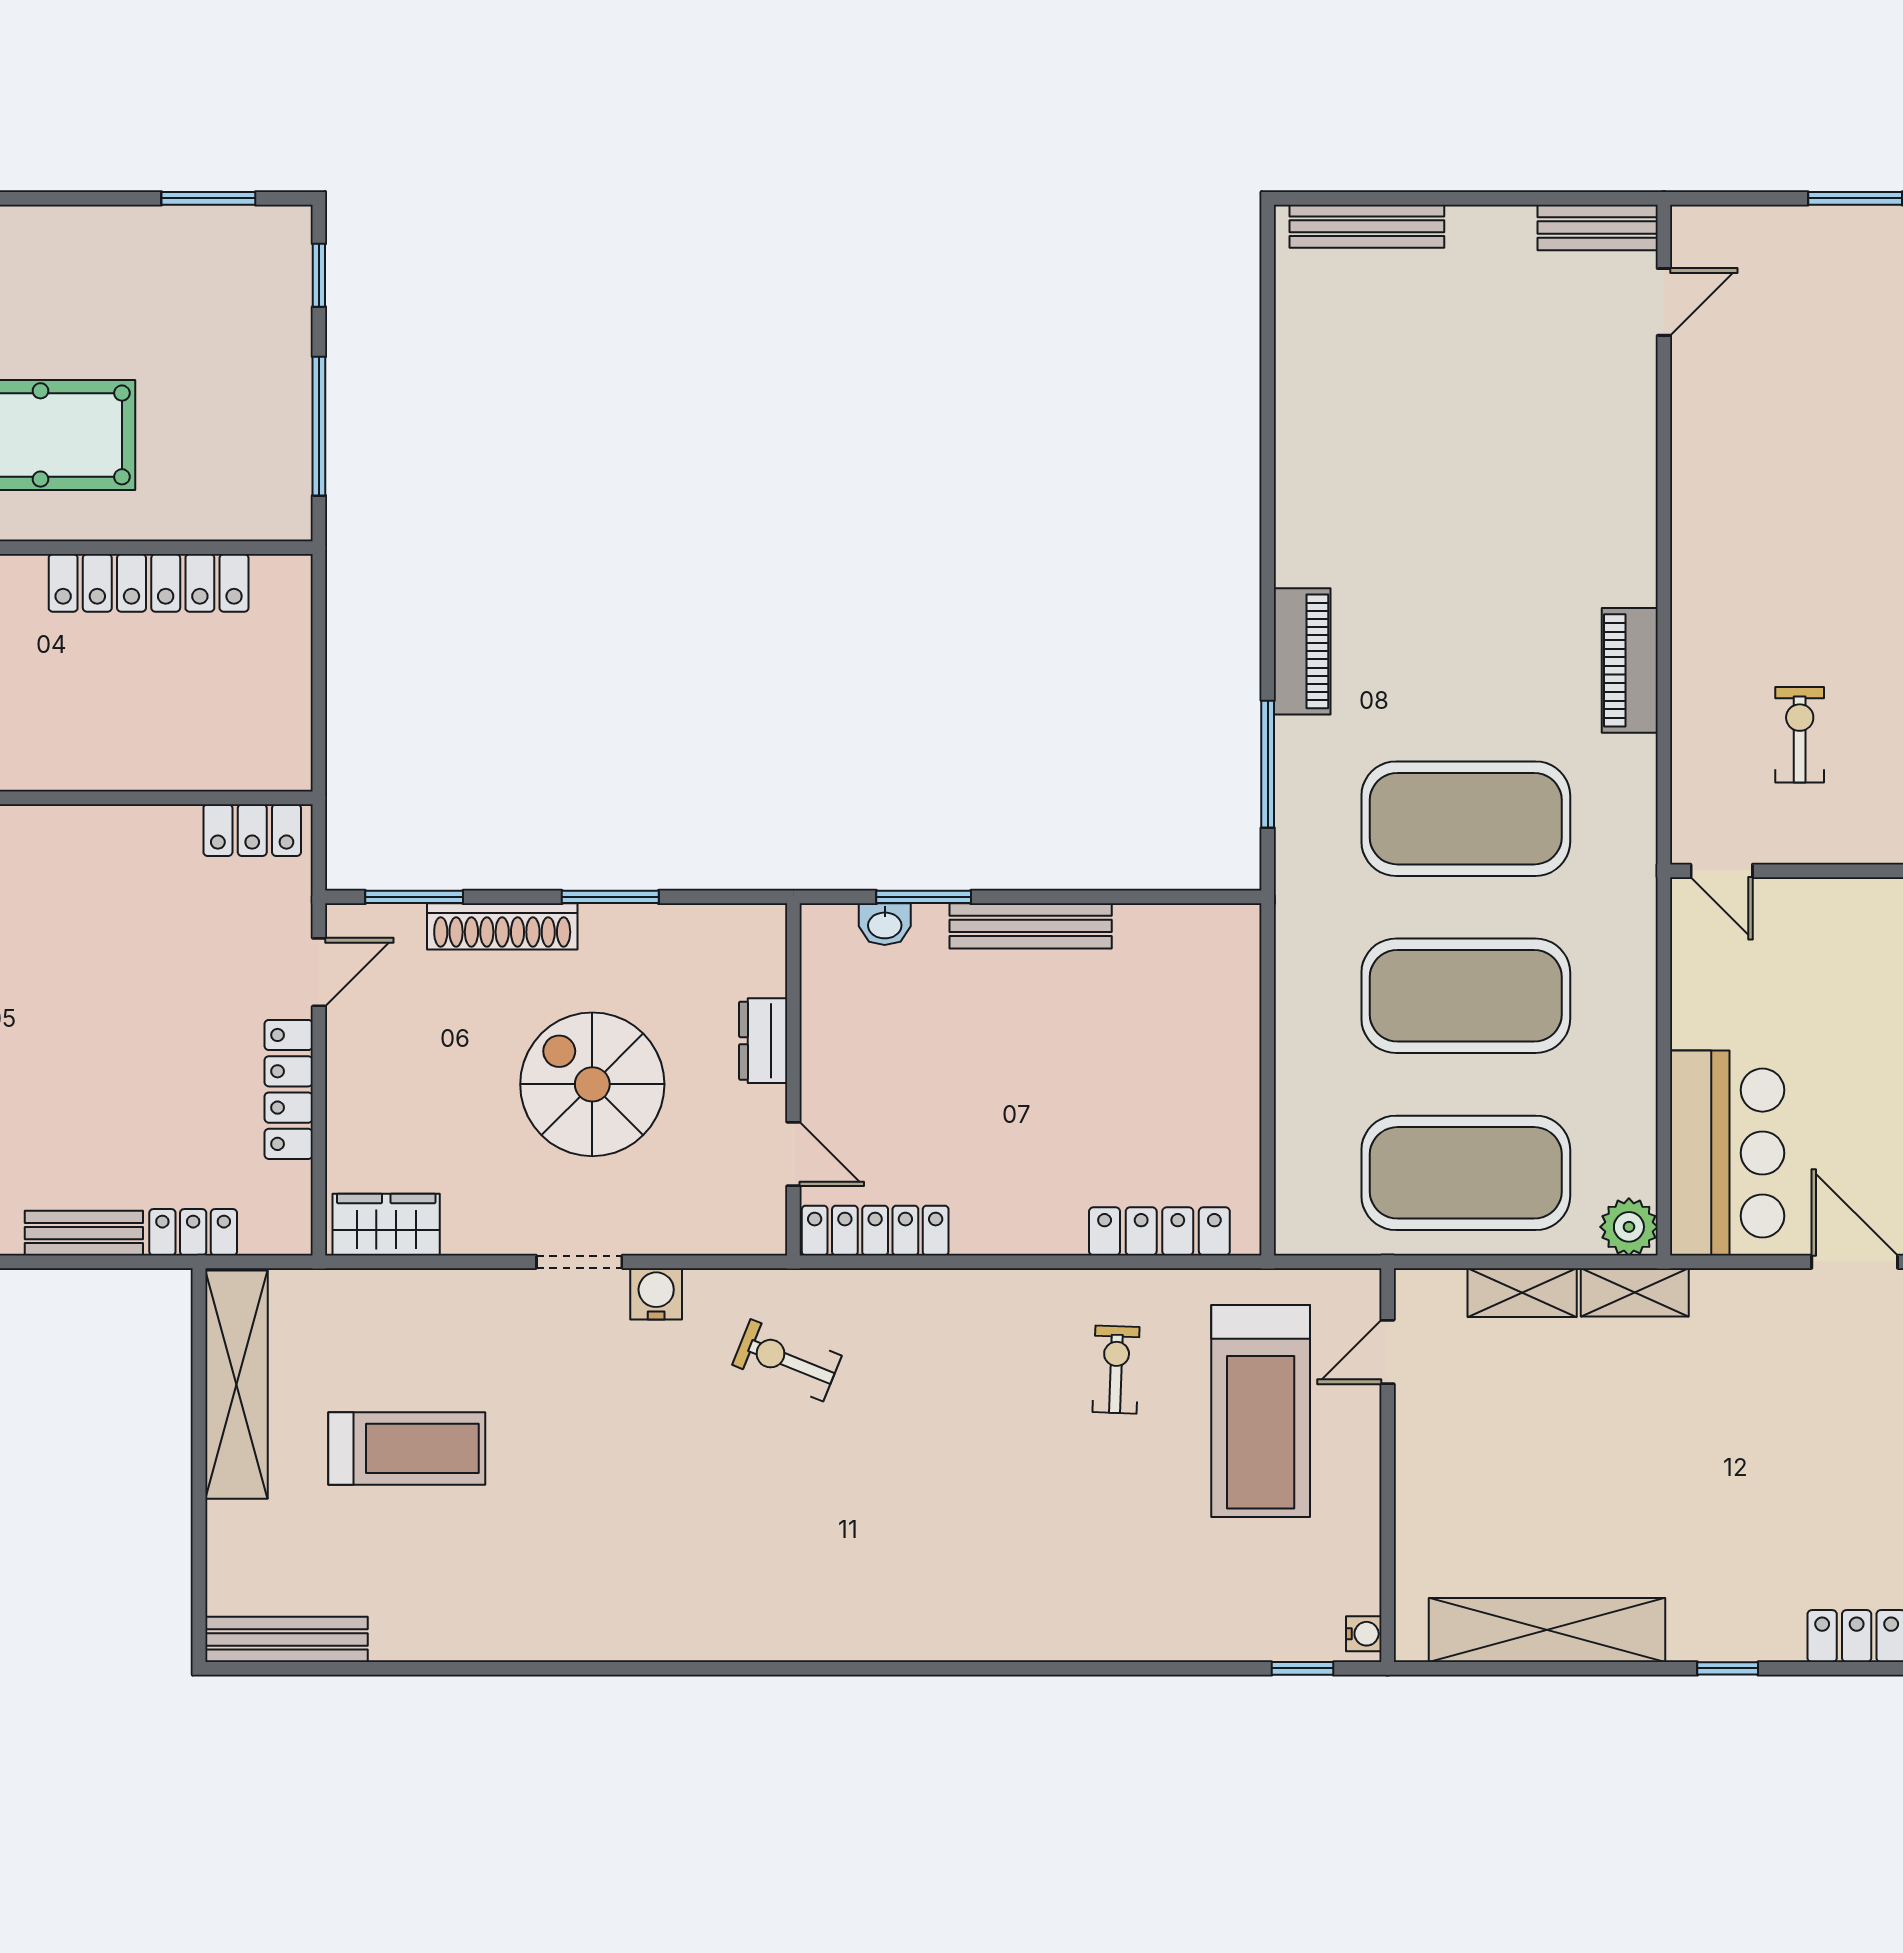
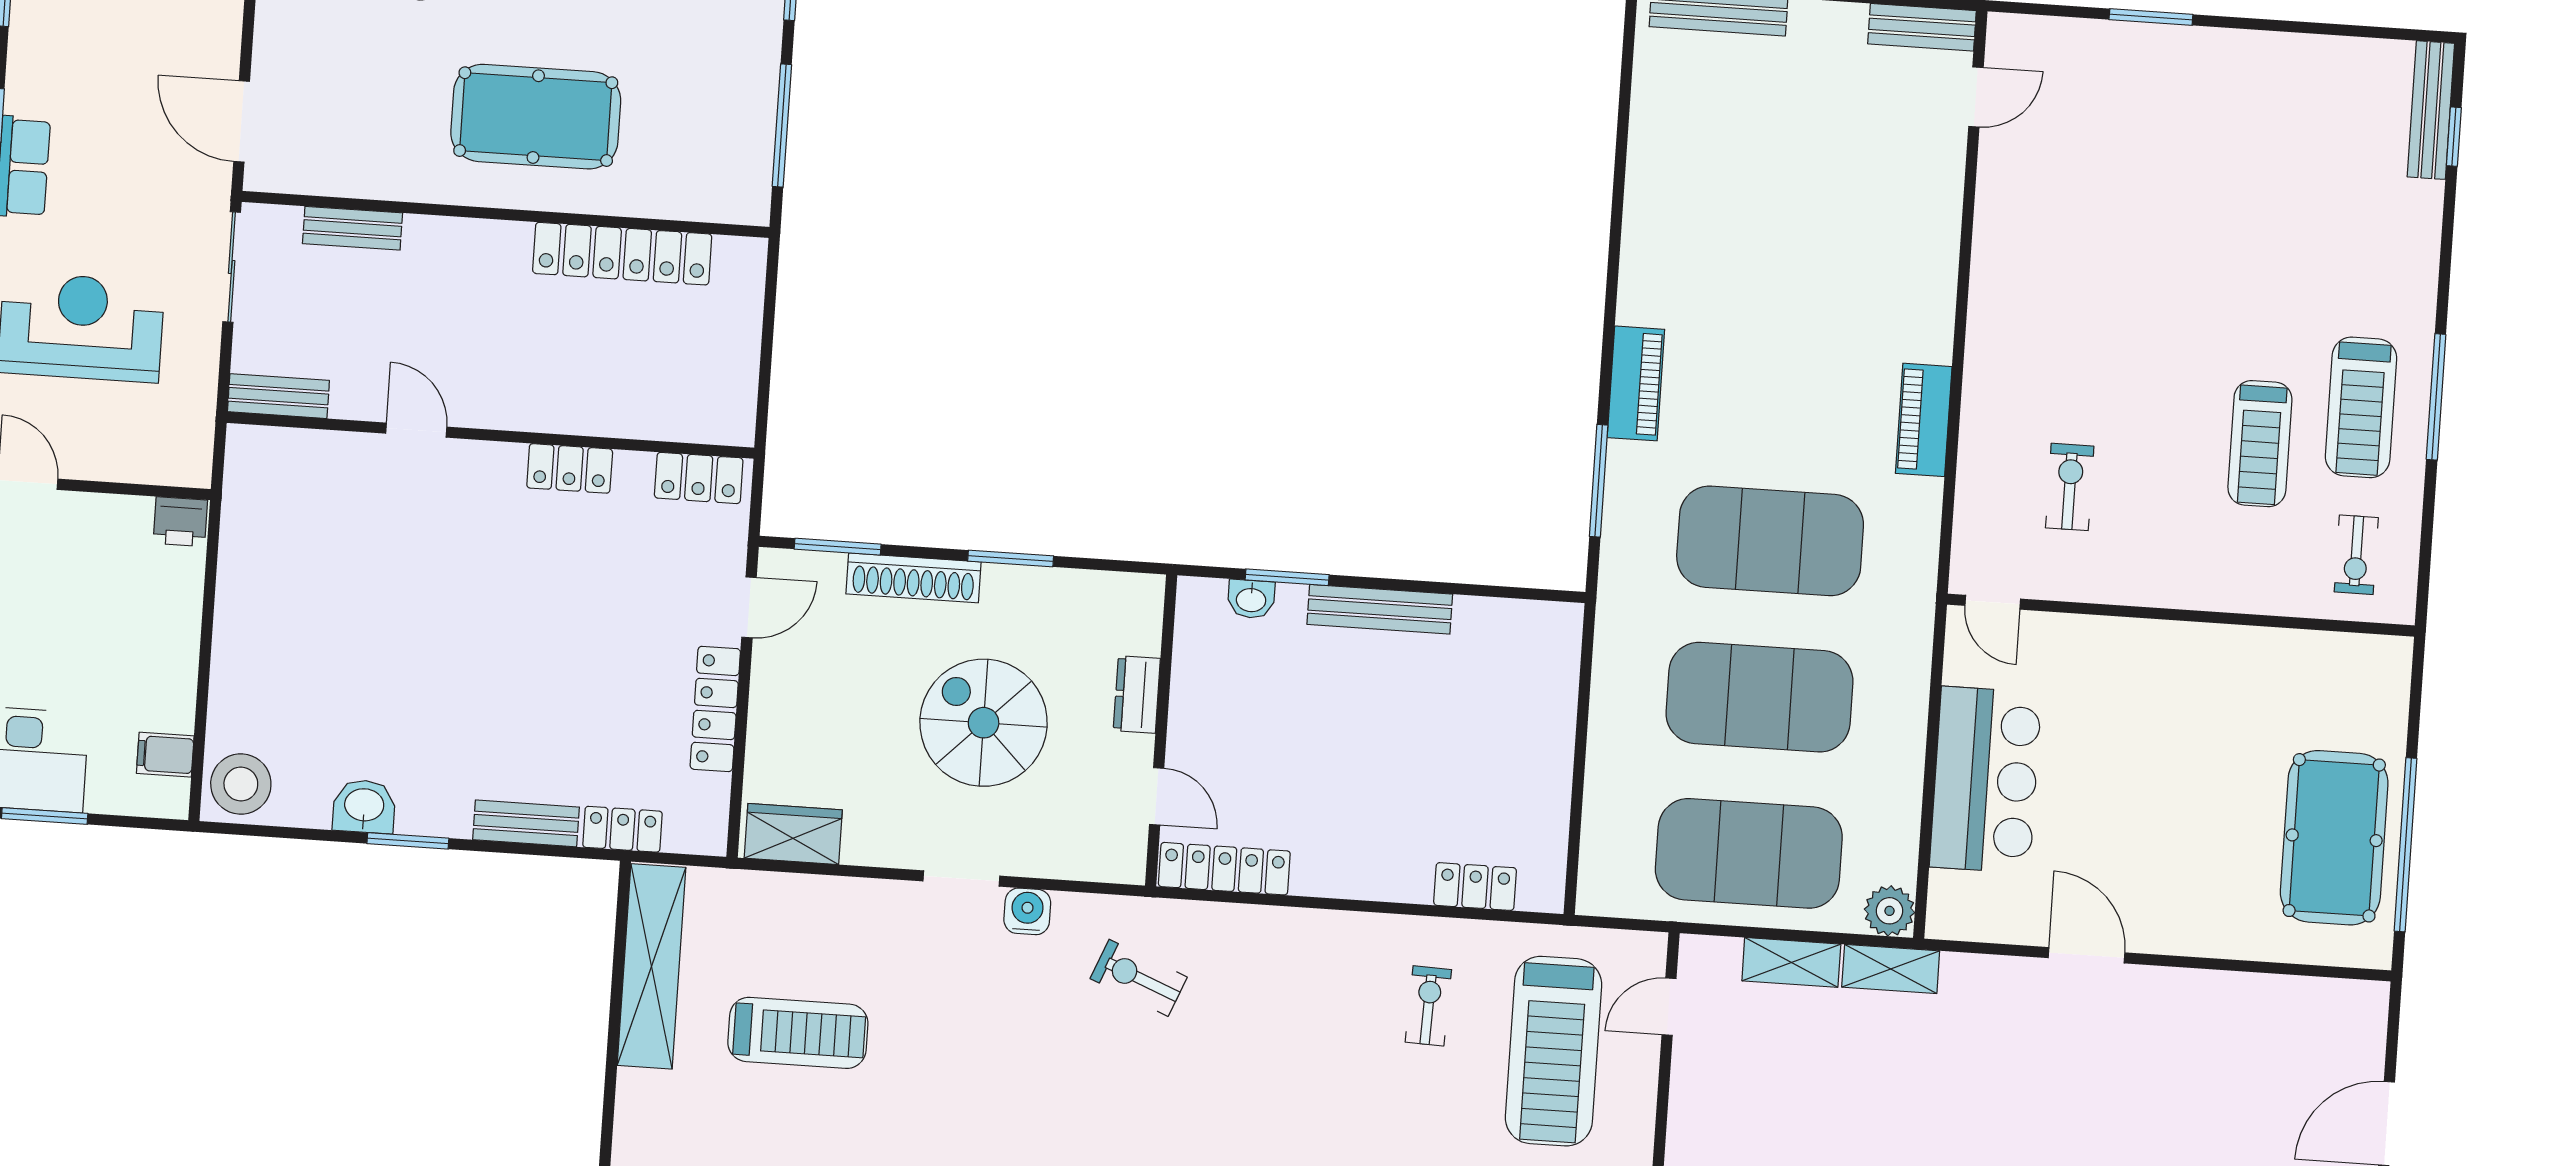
locker: (106, 829) -> (570, 468), added
bar counter: (1727, 1153) -> (1985, 780), moved
locker: (1159, 1231) -> (1475, 887), width x0.66

